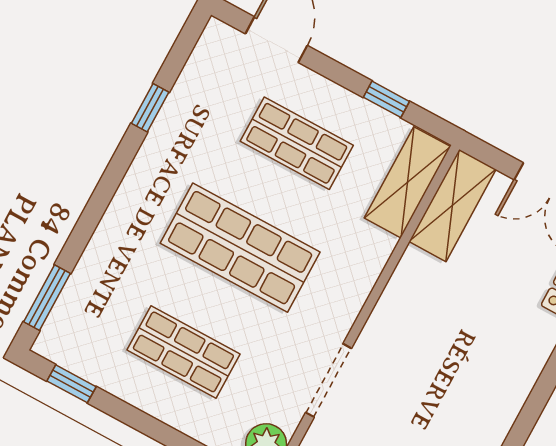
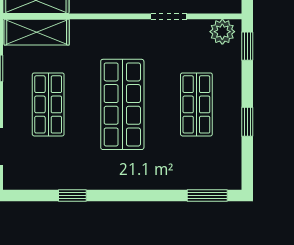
doorway: (329, 380) -> (169, 16), width x0.73
window: (72, 384) -> (247, 122), moved

